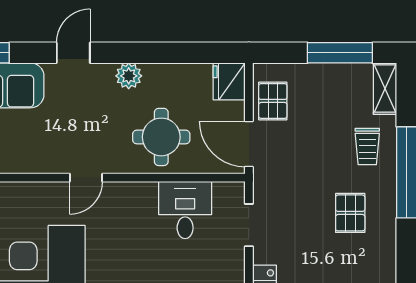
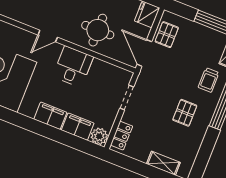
desk: (185, 210) -> (73, 67), moved

